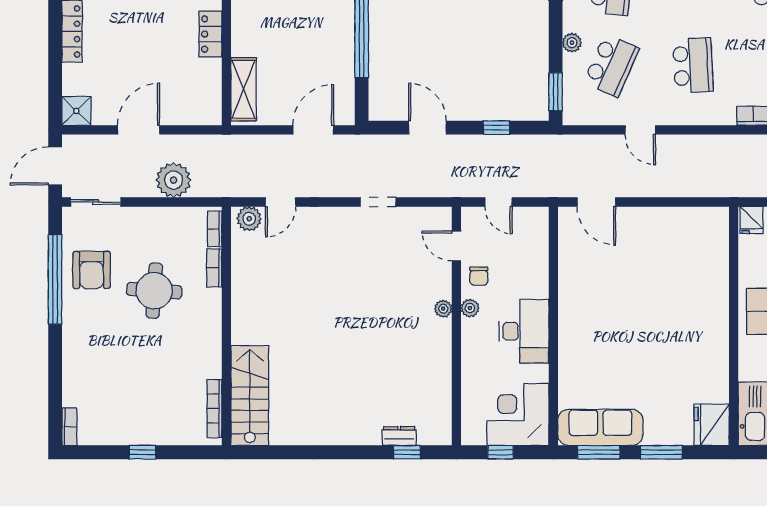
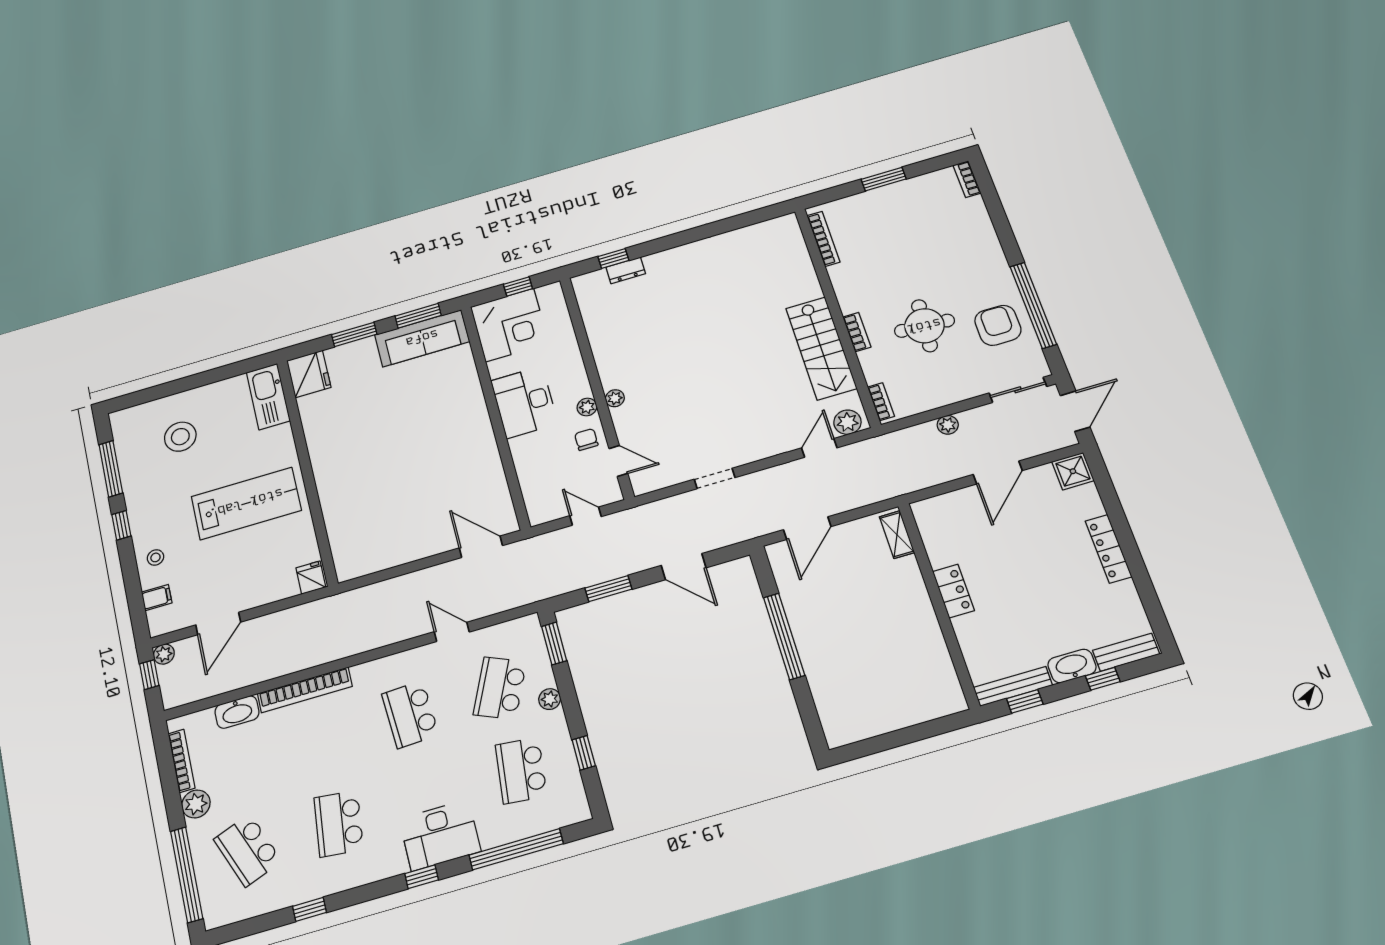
shelving: (244, 89) -> (897, 535), width x0.67, depth x0.75
window: (497, 128) -> (608, 589), width x1.50
plant: (174, 180) -> (948, 425), width x0.53, depth x0.53
bookcase: (214, 268) -> (857, 332), moved
stairs: (250, 395) -> (821, 348), moved
window: (142, 452) -> (884, 179), width x1.50

